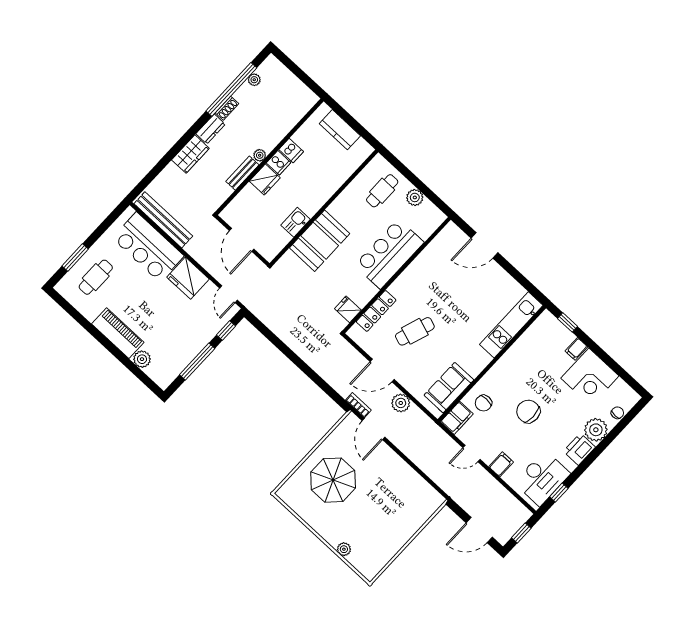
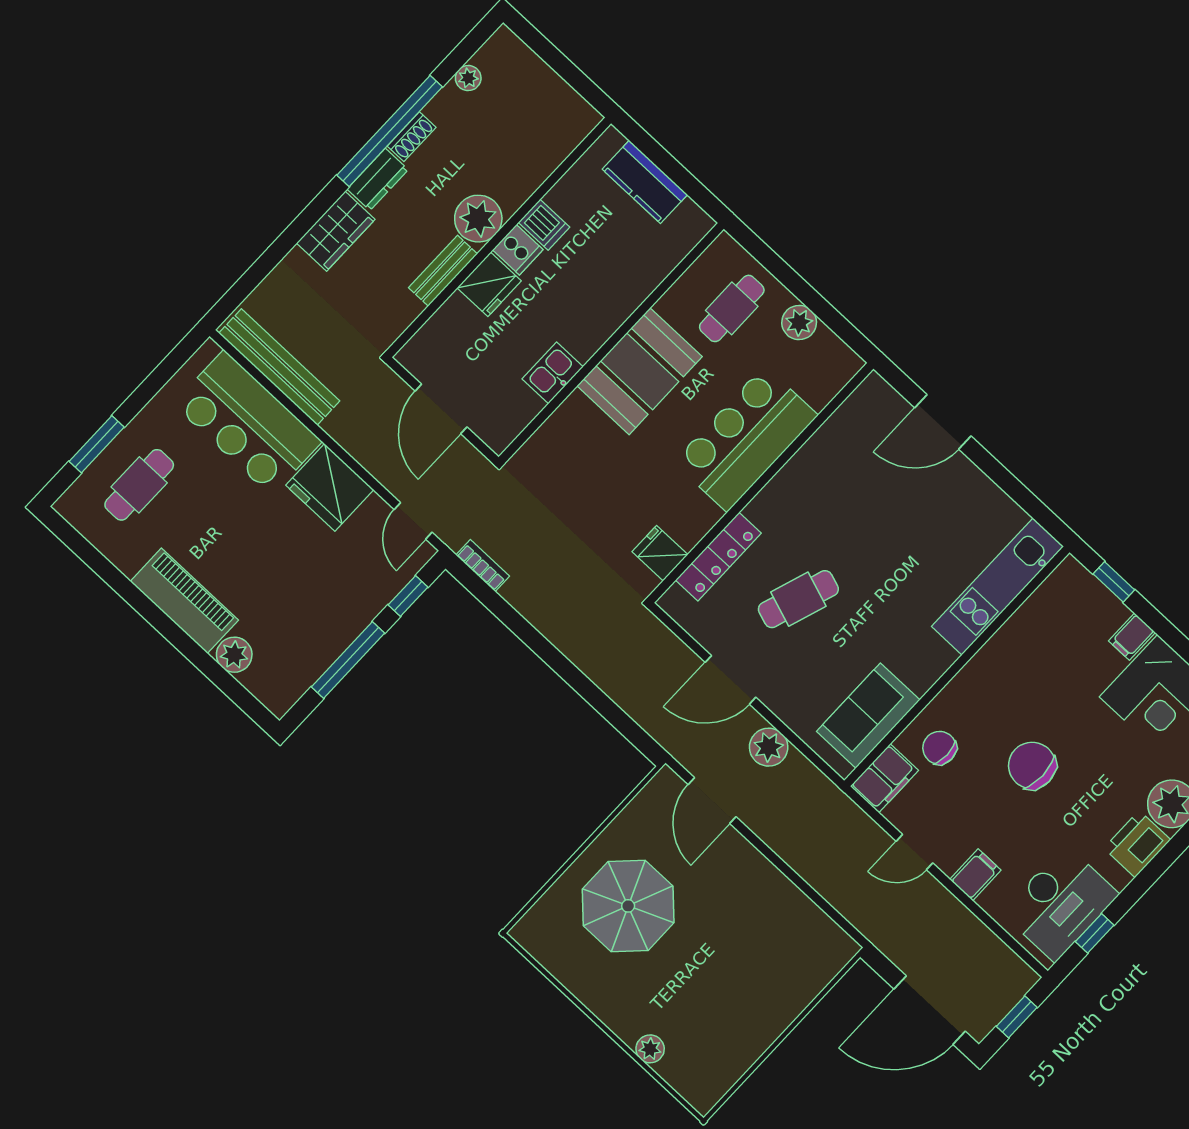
window: (231, 89) -> (390, 131), moved
plant: (260, 155) -> (478, 219), width x1.88, depth x1.88
booth: (320, 241) -> (640, 371), moved
chair: (483, 403) -> (939, 748), turned 90
bookcase: (358, 405) -> (483, 566), moved
door: (479, 530) -> (930, 1010), width x1.36

